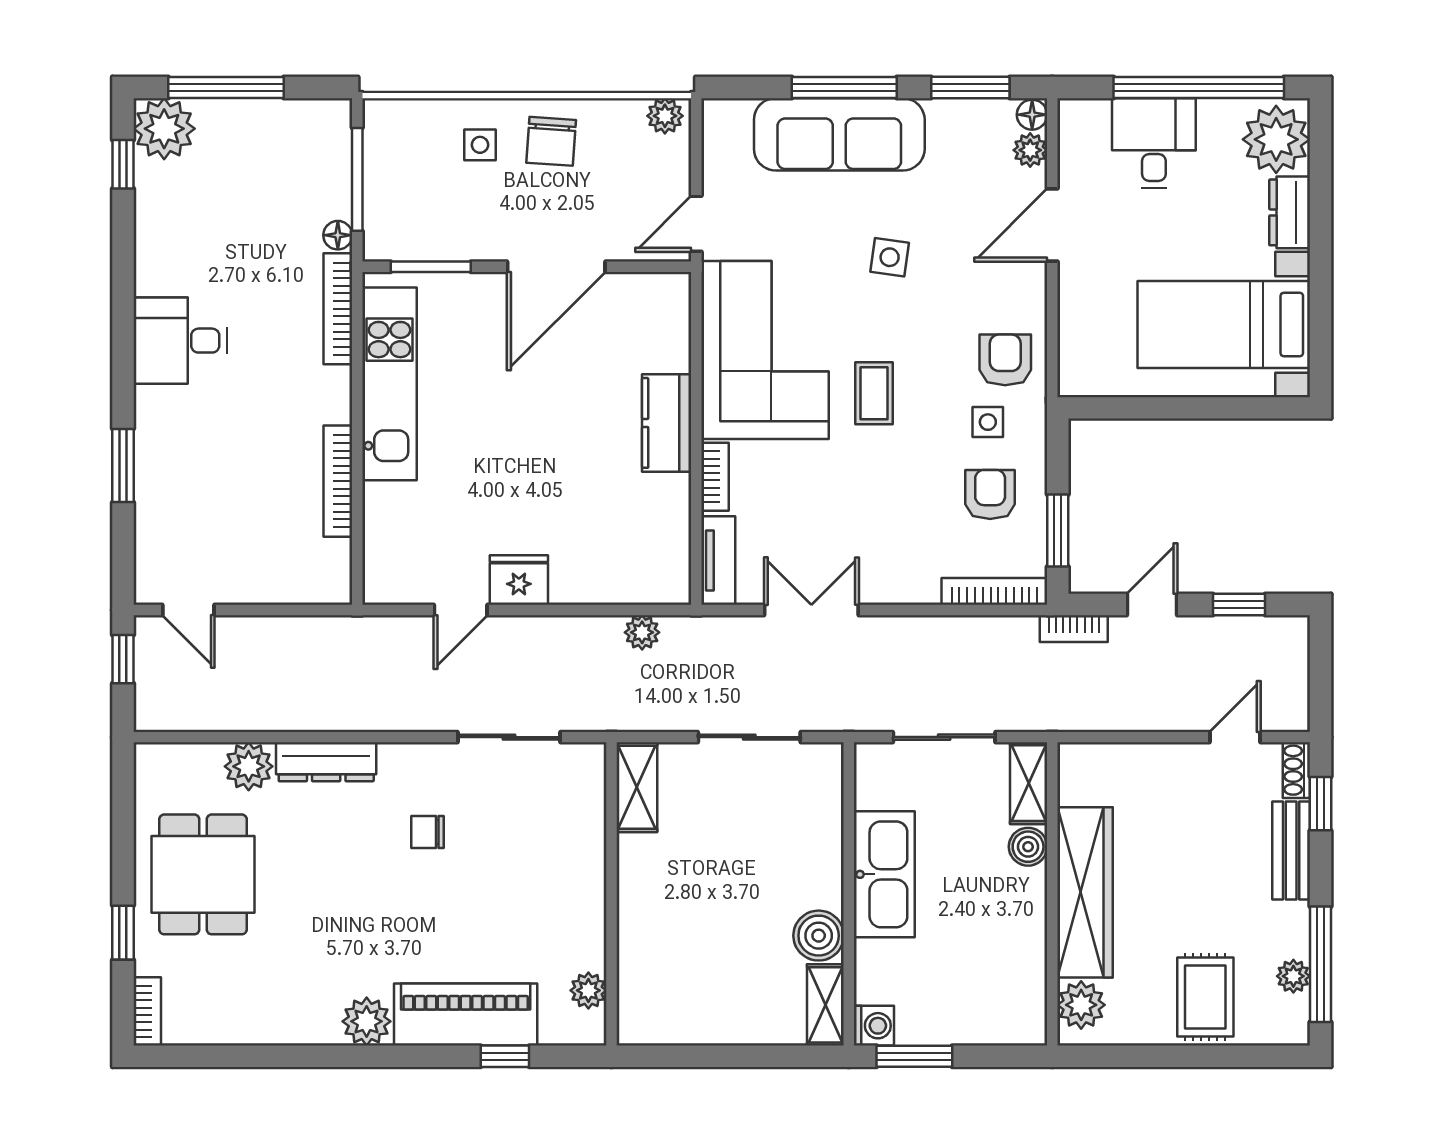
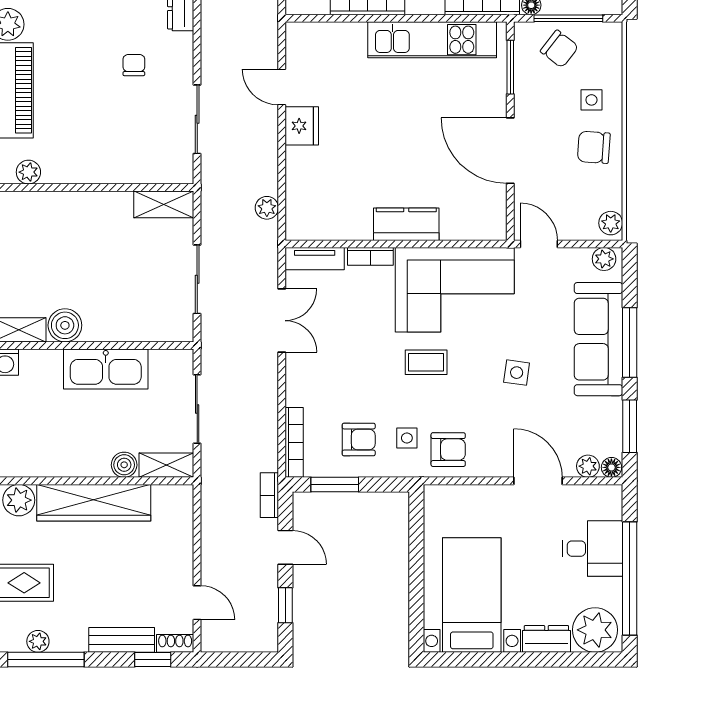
plant: (719, 126) -> (604, 259), added
chair: (403, 193) -> (559, 49), added

